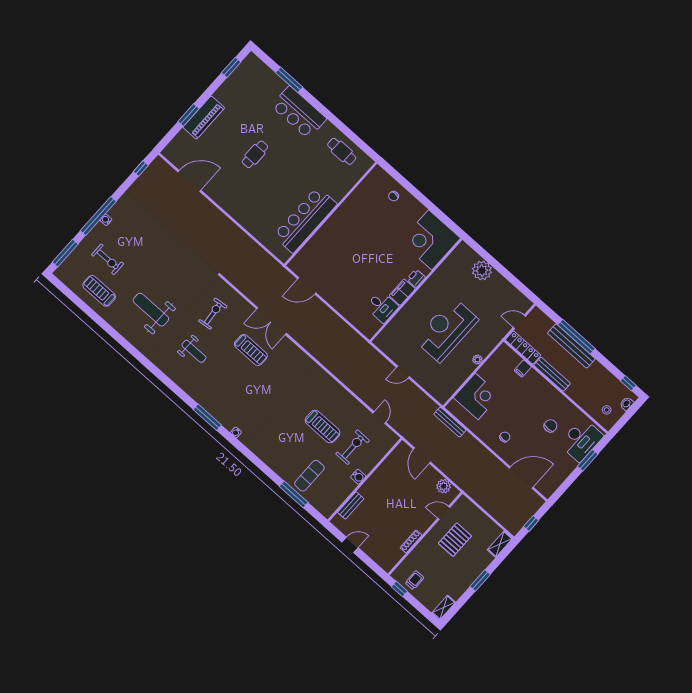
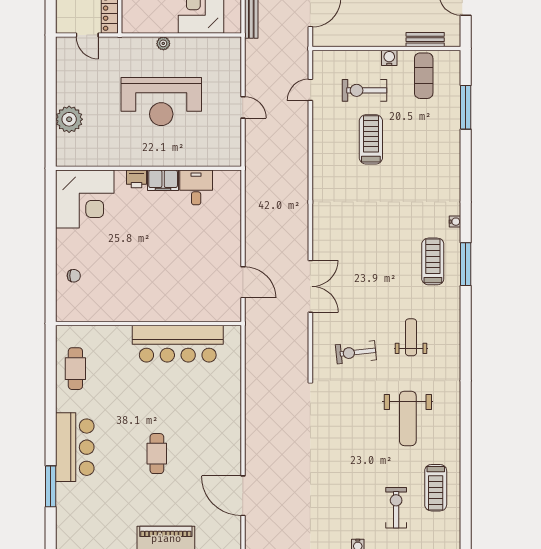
cafe table: (255, 154) -> (157, 454), turned 90
treadmill: (251, 350) -> (433, 261), moved
exercise mat: (309, 476) -> (424, 76), moved, turned 90

